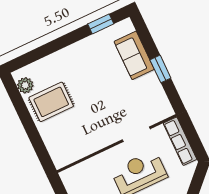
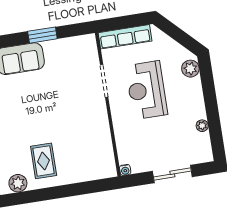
rug: (51, 102) -> (44, 161), width x0.73, depth x0.70
water cooler: (64, 175) -> (125, 170), added

